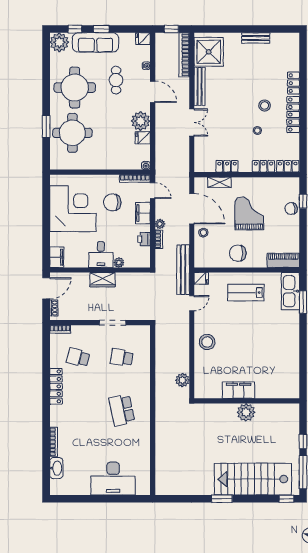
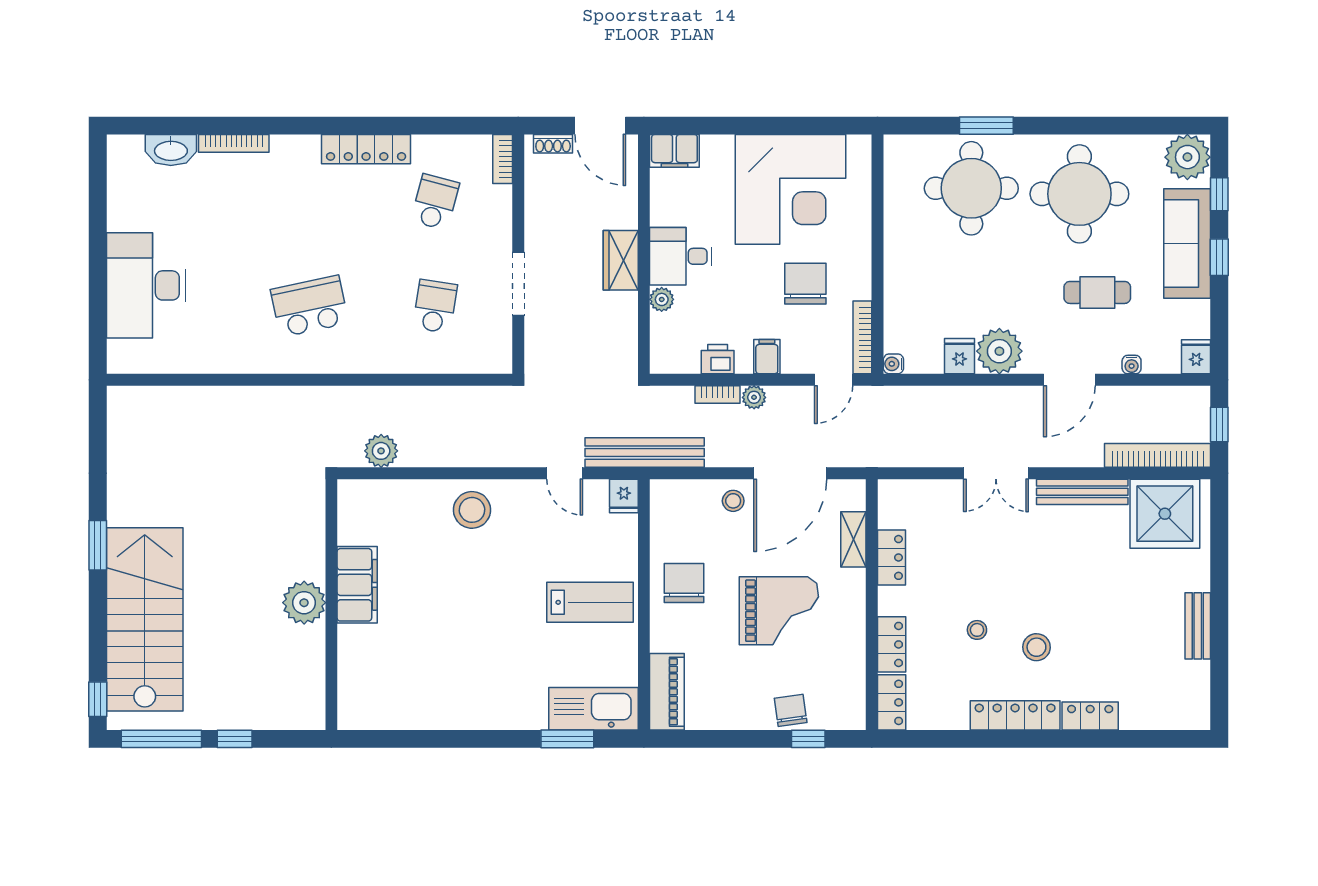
filing cabinet: (143, 213) -> (767, 357), width x0.50
lab bench: (246, 293) -> (590, 602), turned 90

